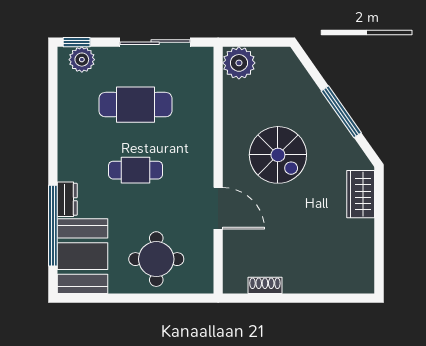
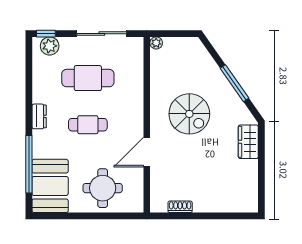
plant: (239, 63) -> (156, 43), width x0.53, depth x0.53
dresser: (67, 199) -> (39, 116), moved
door: (218, 208) -> (147, 152), swing flipped

